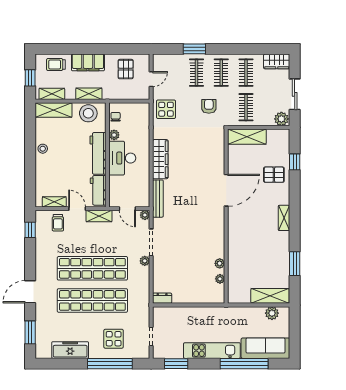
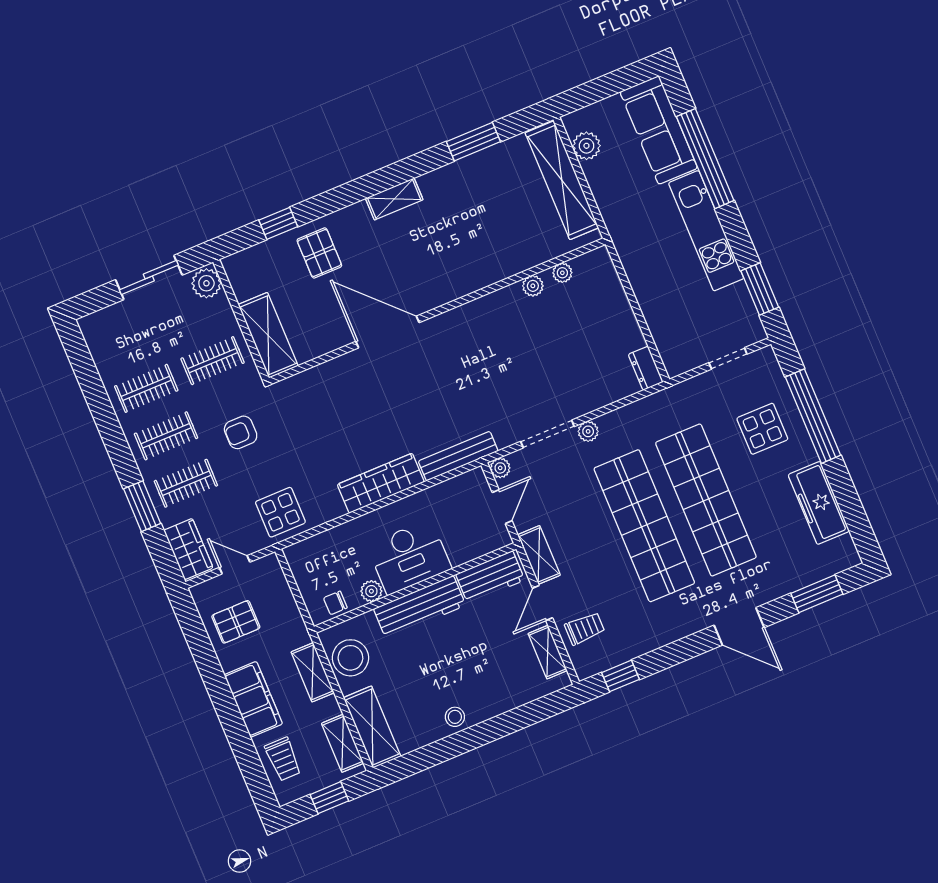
wardrobe: (277, 61) -> (188, 549), moved
shelving: (270, 296) -> (562, 180), width x1.47

